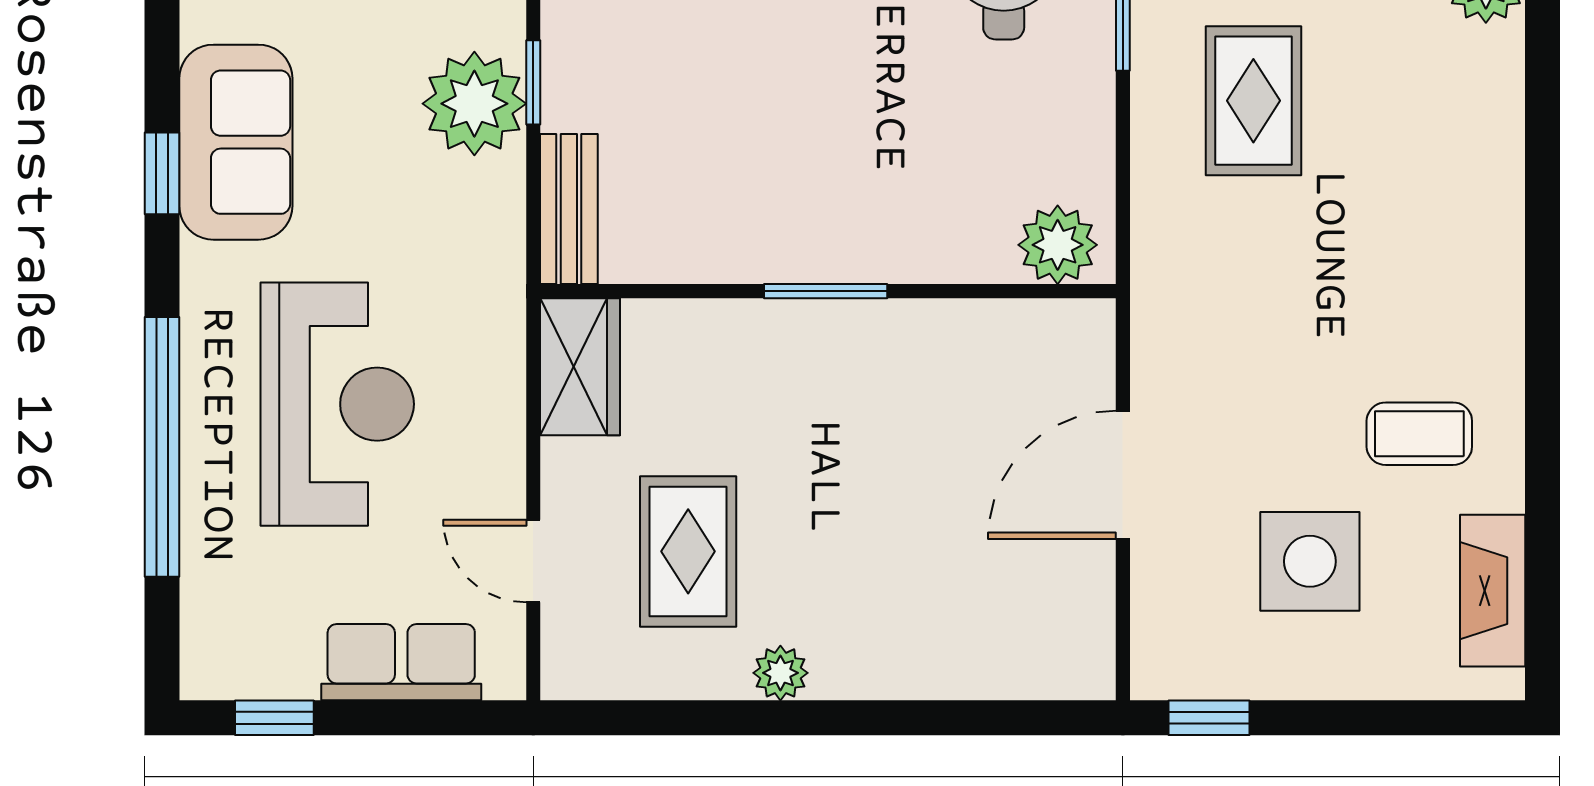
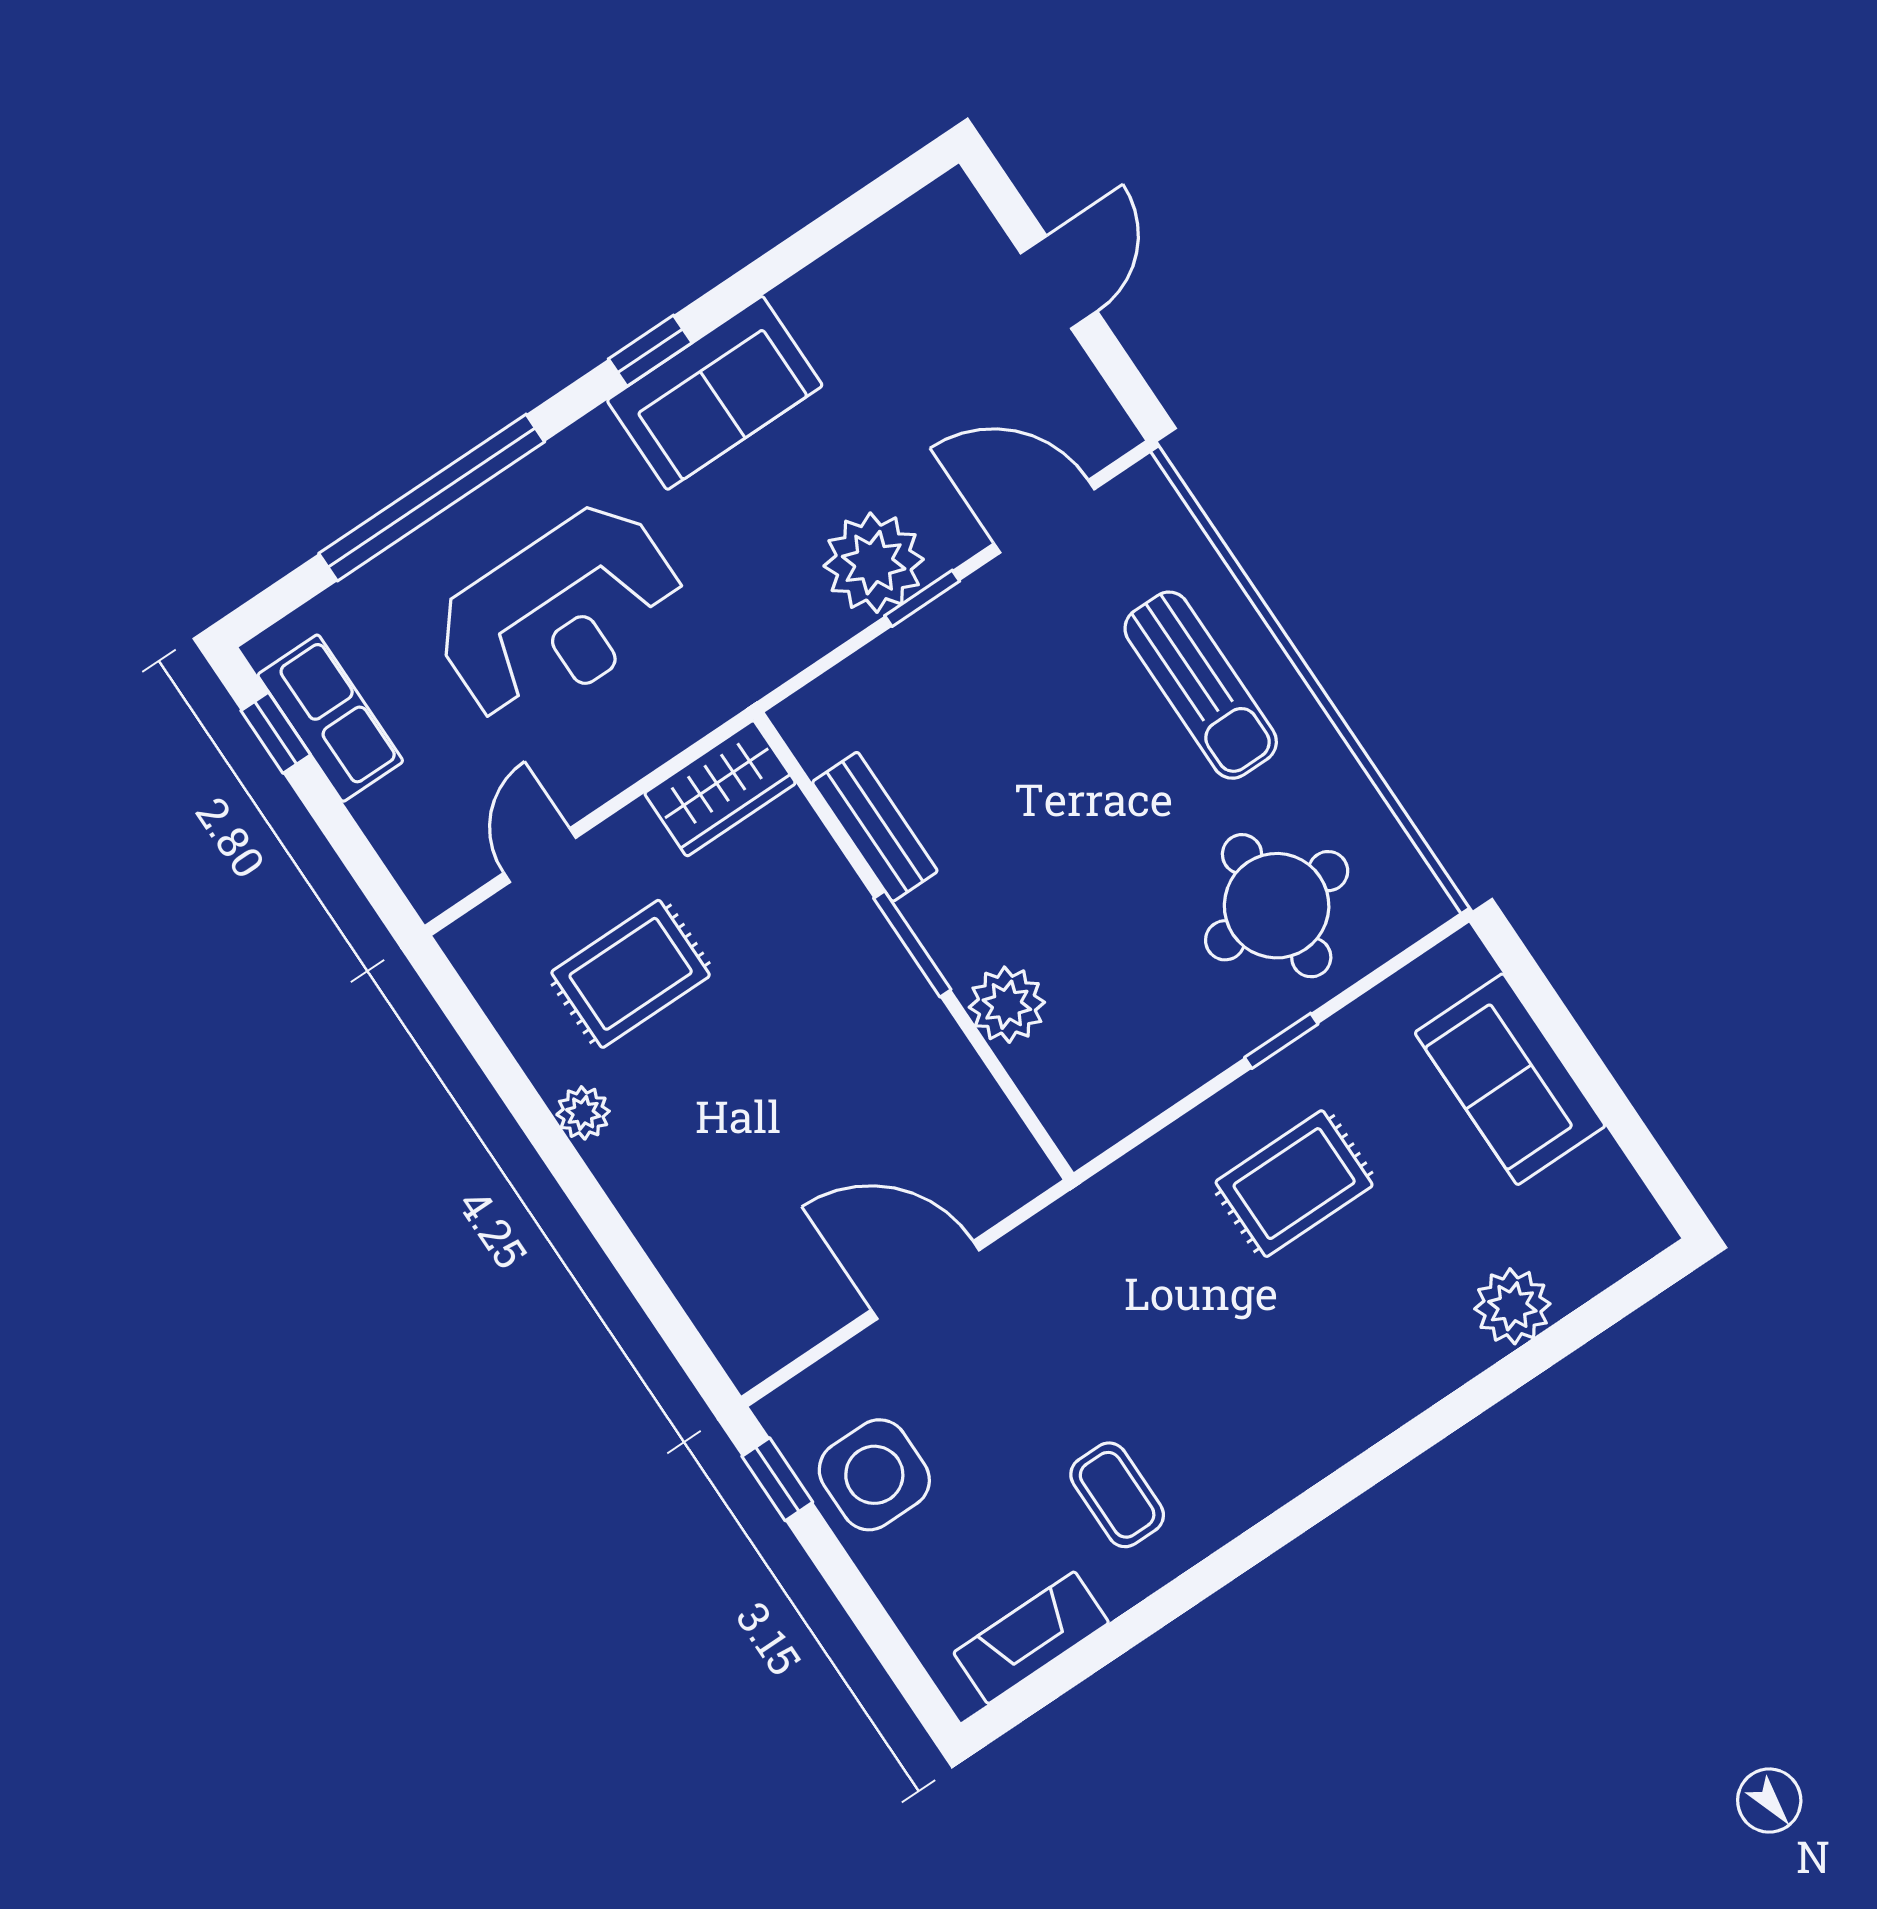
bench: (569, 209) -> (875, 827), moved, turned 90
plant: (1058, 245) -> (1007, 1005), moved
side table: (1310, 561) -> (874, 1475), moved
row of seats: (401, 662) -> (330, 718), moved

